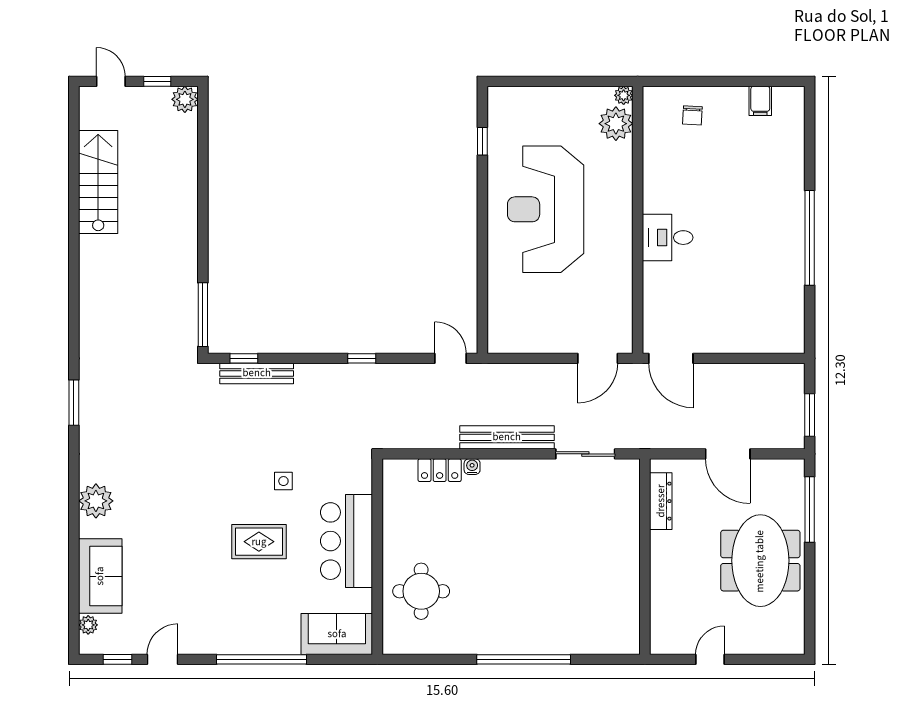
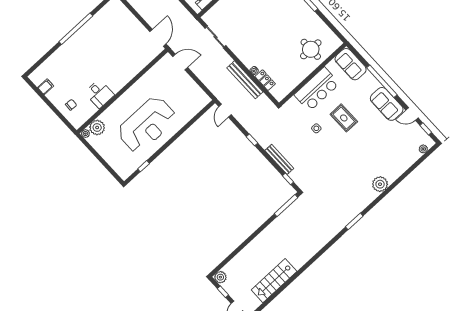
desk: (668, 238) -> (99, 94), moved
bench: (257, 373) -> (279, 159), moved
bench: (507, 437) -> (245, 80), moved
sofa: (100, 576) -> (387, 104), moved, turned -90

